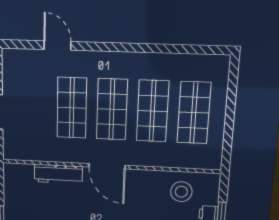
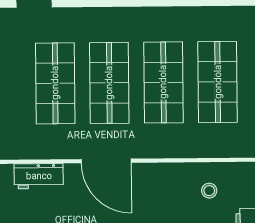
workbench: (58, 174) -> (39, 176), width x0.73
stool: (181, 192) -> (209, 191), width x0.53, depth x0.53

